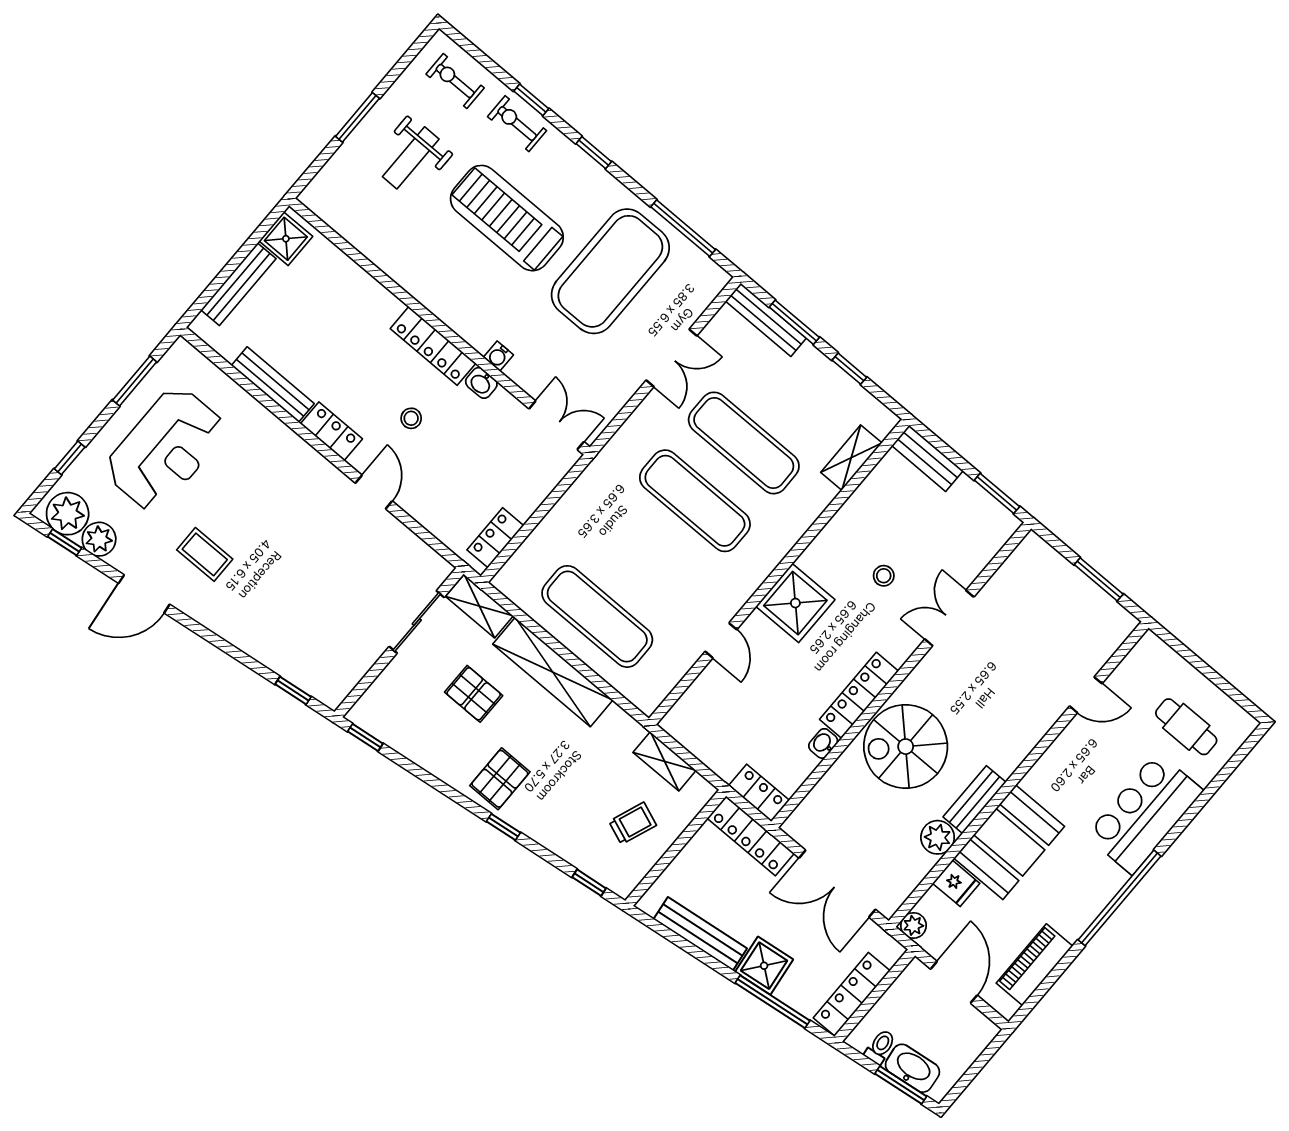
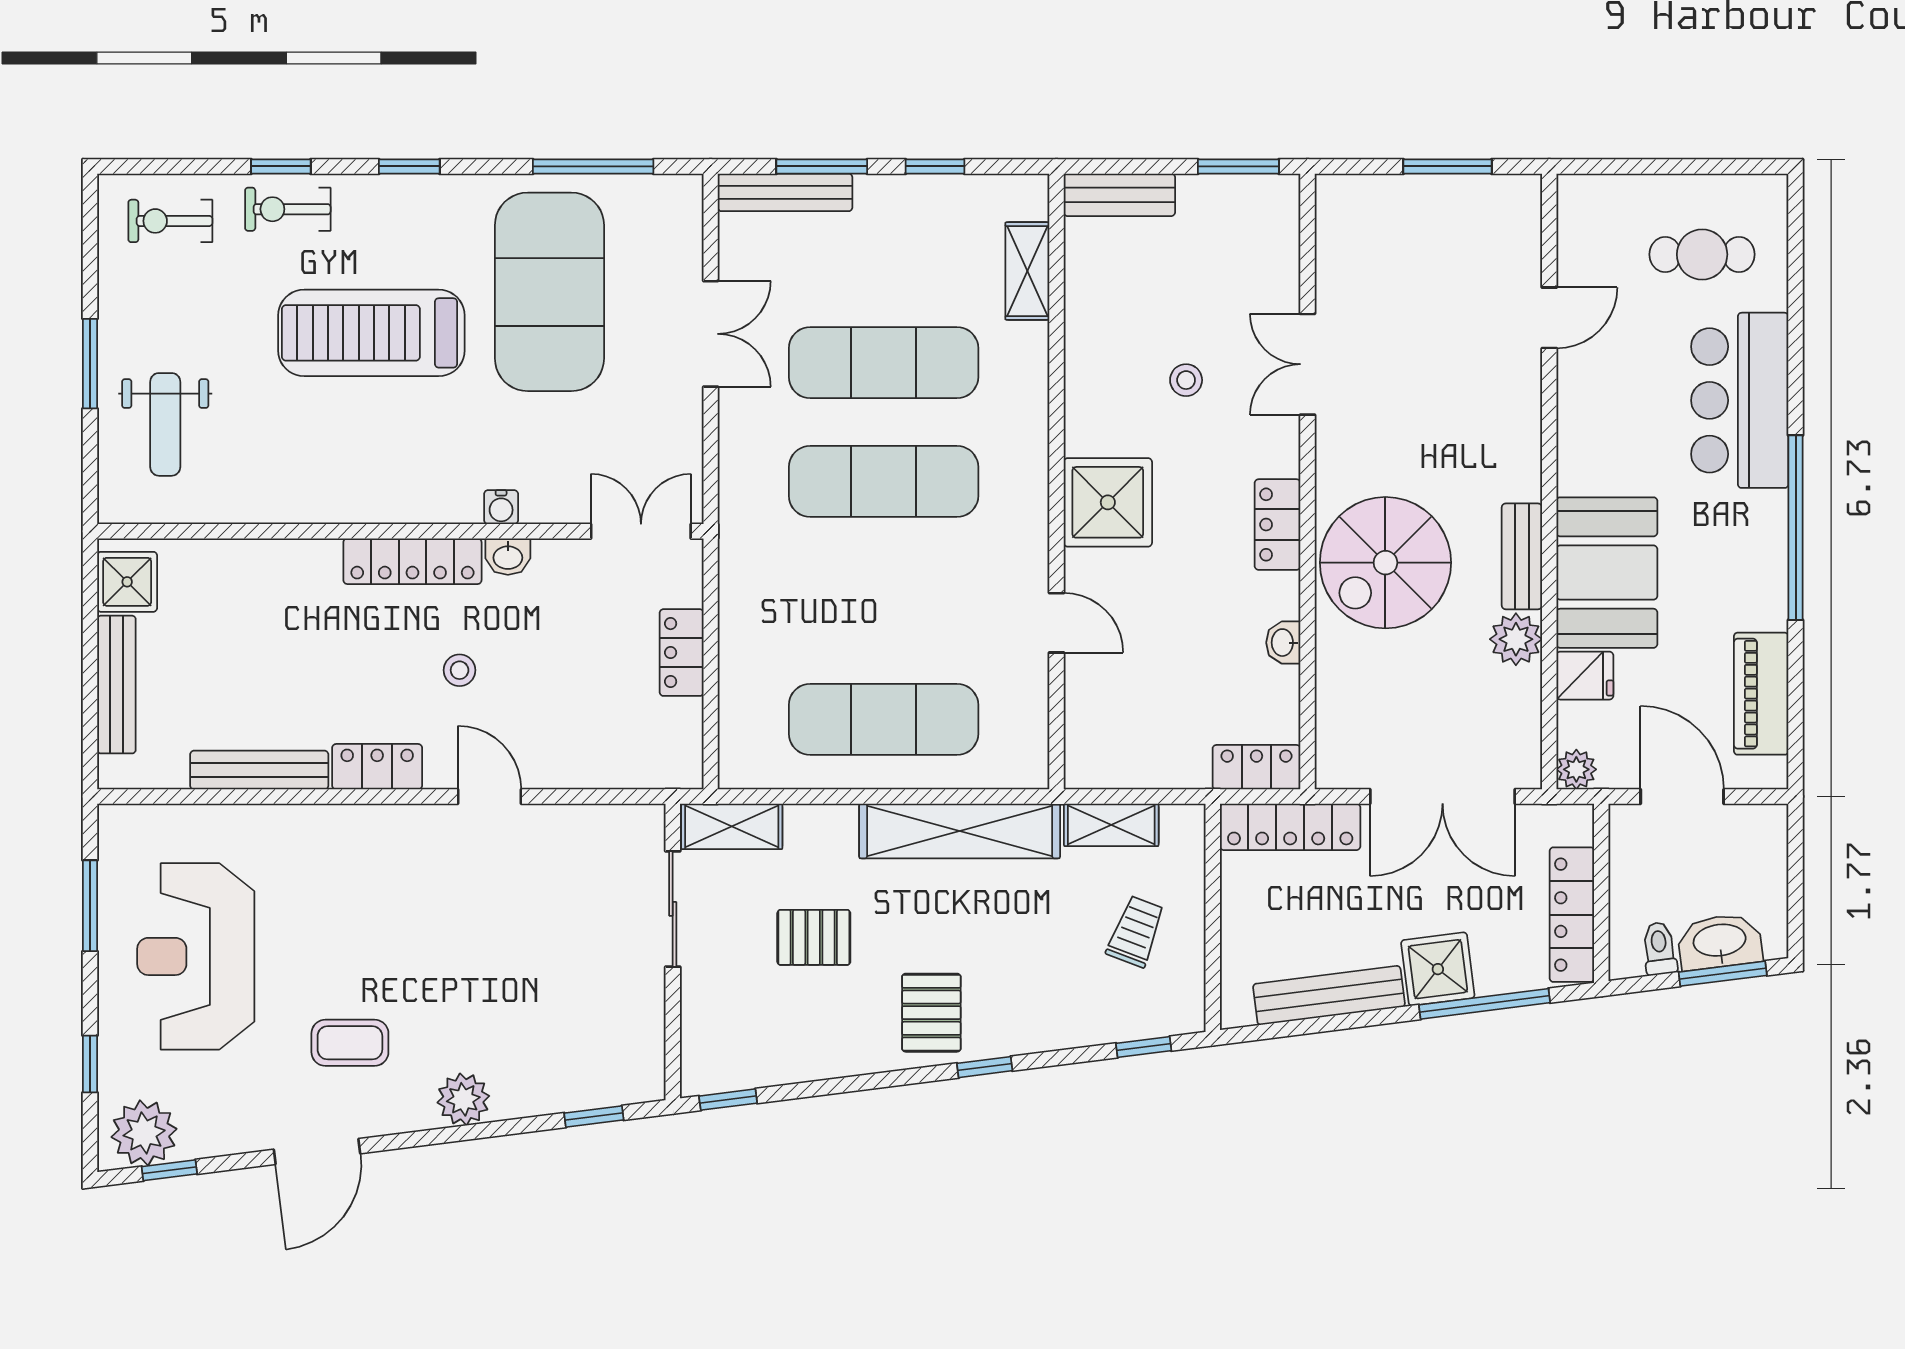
weight bench: (411, 158) -> (165, 424), moved
reception desk: (165, 449) -> (196, 956), turned 180
locker: (495, 538) -> (682, 653), moved
plant: (99, 539) -> (463, 1099), moved
shelving: (553, 672) -> (960, 831), moved
locker: (859, 695) -> (1278, 525), width x0.66

